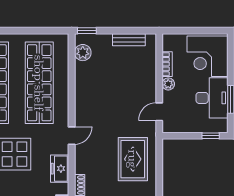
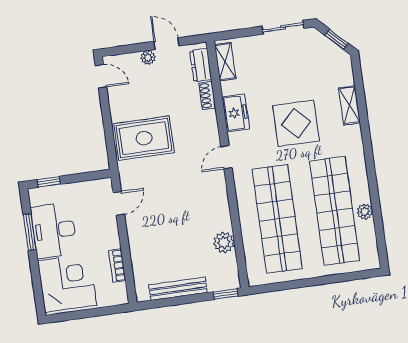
bench: (129, 40) -> (178, 289), width x1.36
plant: (83, 53) -> (224, 242), moved
plant: (168, 84) -> (112, 240), removed
rug: (133, 159) -> (144, 138), turned 90

